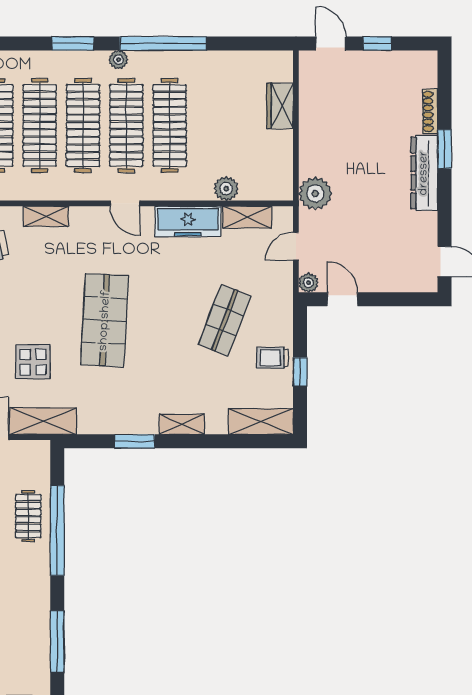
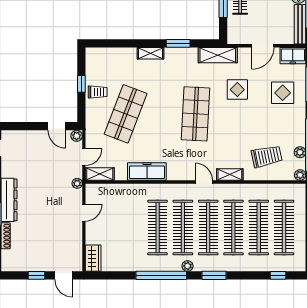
wardrobe: (280, 106) -> (93, 258), moved
door: (296, 151) -> (84, 213), added
plant: (226, 189) -> (125, 191), removed
plant: (315, 193) -> (77, 183), width x0.53, depth x0.53
door: (125, 203) -> (204, 182), moved
shelving: (247, 217) -> (100, 174), moved
shop shelf: (225, 320) -> (126, 114), width x1.43, depth x1.36
shelving: (43, 421) -> (218, 55), moved
shelving: (261, 421) -> (104, 55), removed

